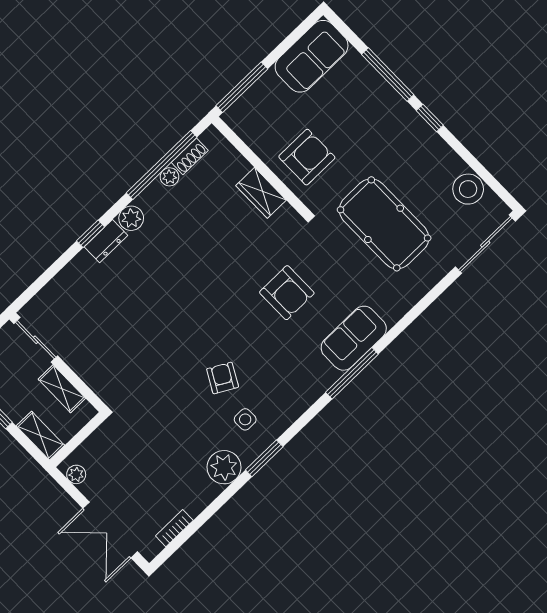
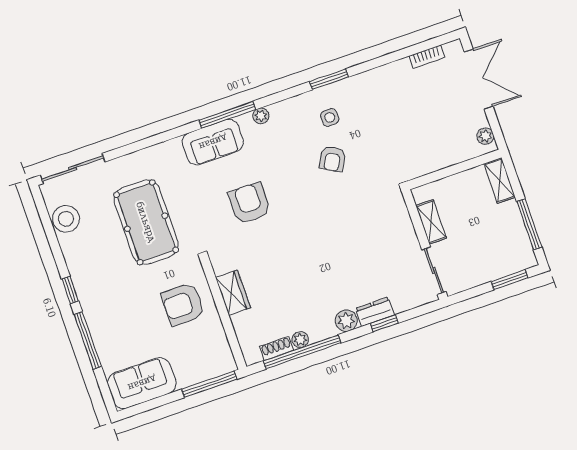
sliding door: (36, 340) -> (434, 271), moved
wall: (58, 362) -> (425, 244), moved
shelving: (62, 389) -> (431, 222), moved
plant: (224, 467) -> (261, 116), moved, width x0.53, depth x0.53

